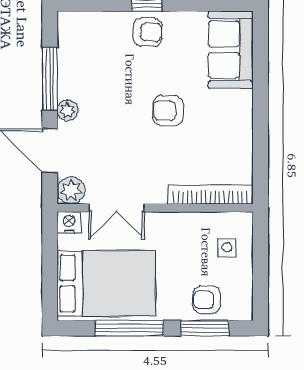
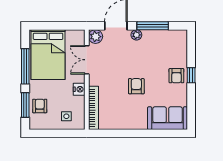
nightstand: (69, 223) -> (79, 89), moved

